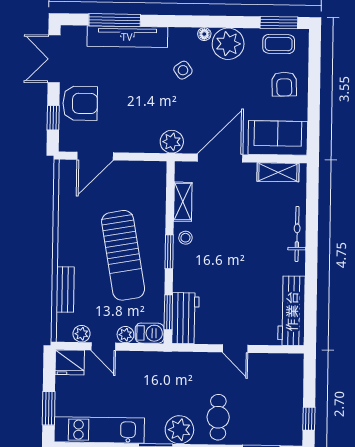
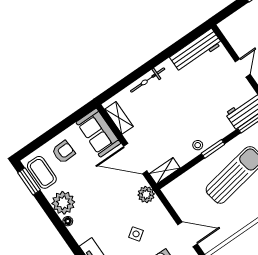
coffee table: (279, 44) -> (42, 172), width x1.36, depth x1.30
side table: (183, 70) -> (136, 234), moved
shelving: (183, 202) -> (165, 171), moved

